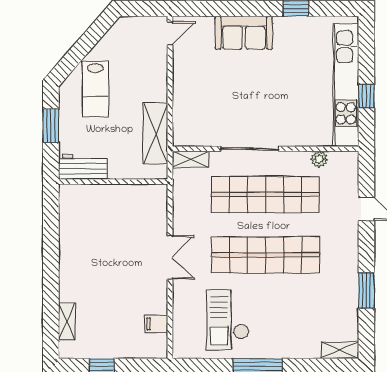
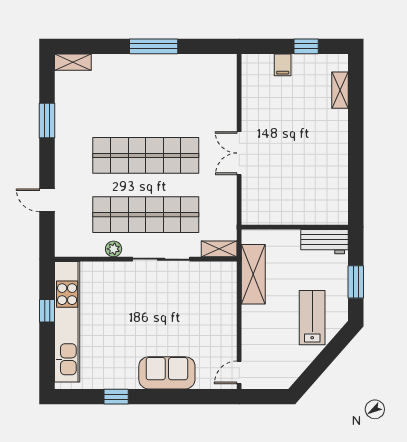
plant: (319, 159) -> (114, 249), moved
checkout: (228, 320) -> (183, 92), removed
filing cabinet: (156, 324) -> (283, 65), moved, turned 90

